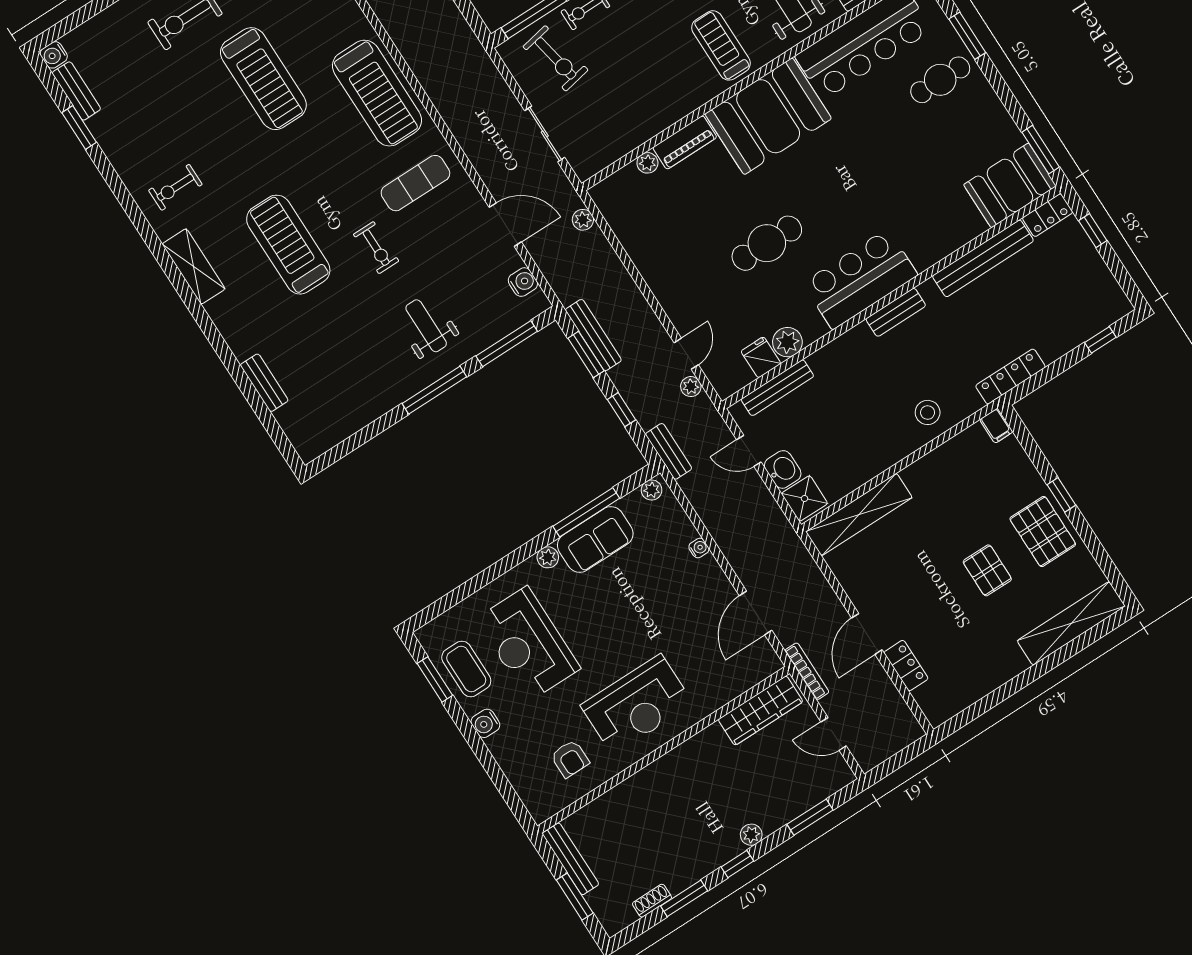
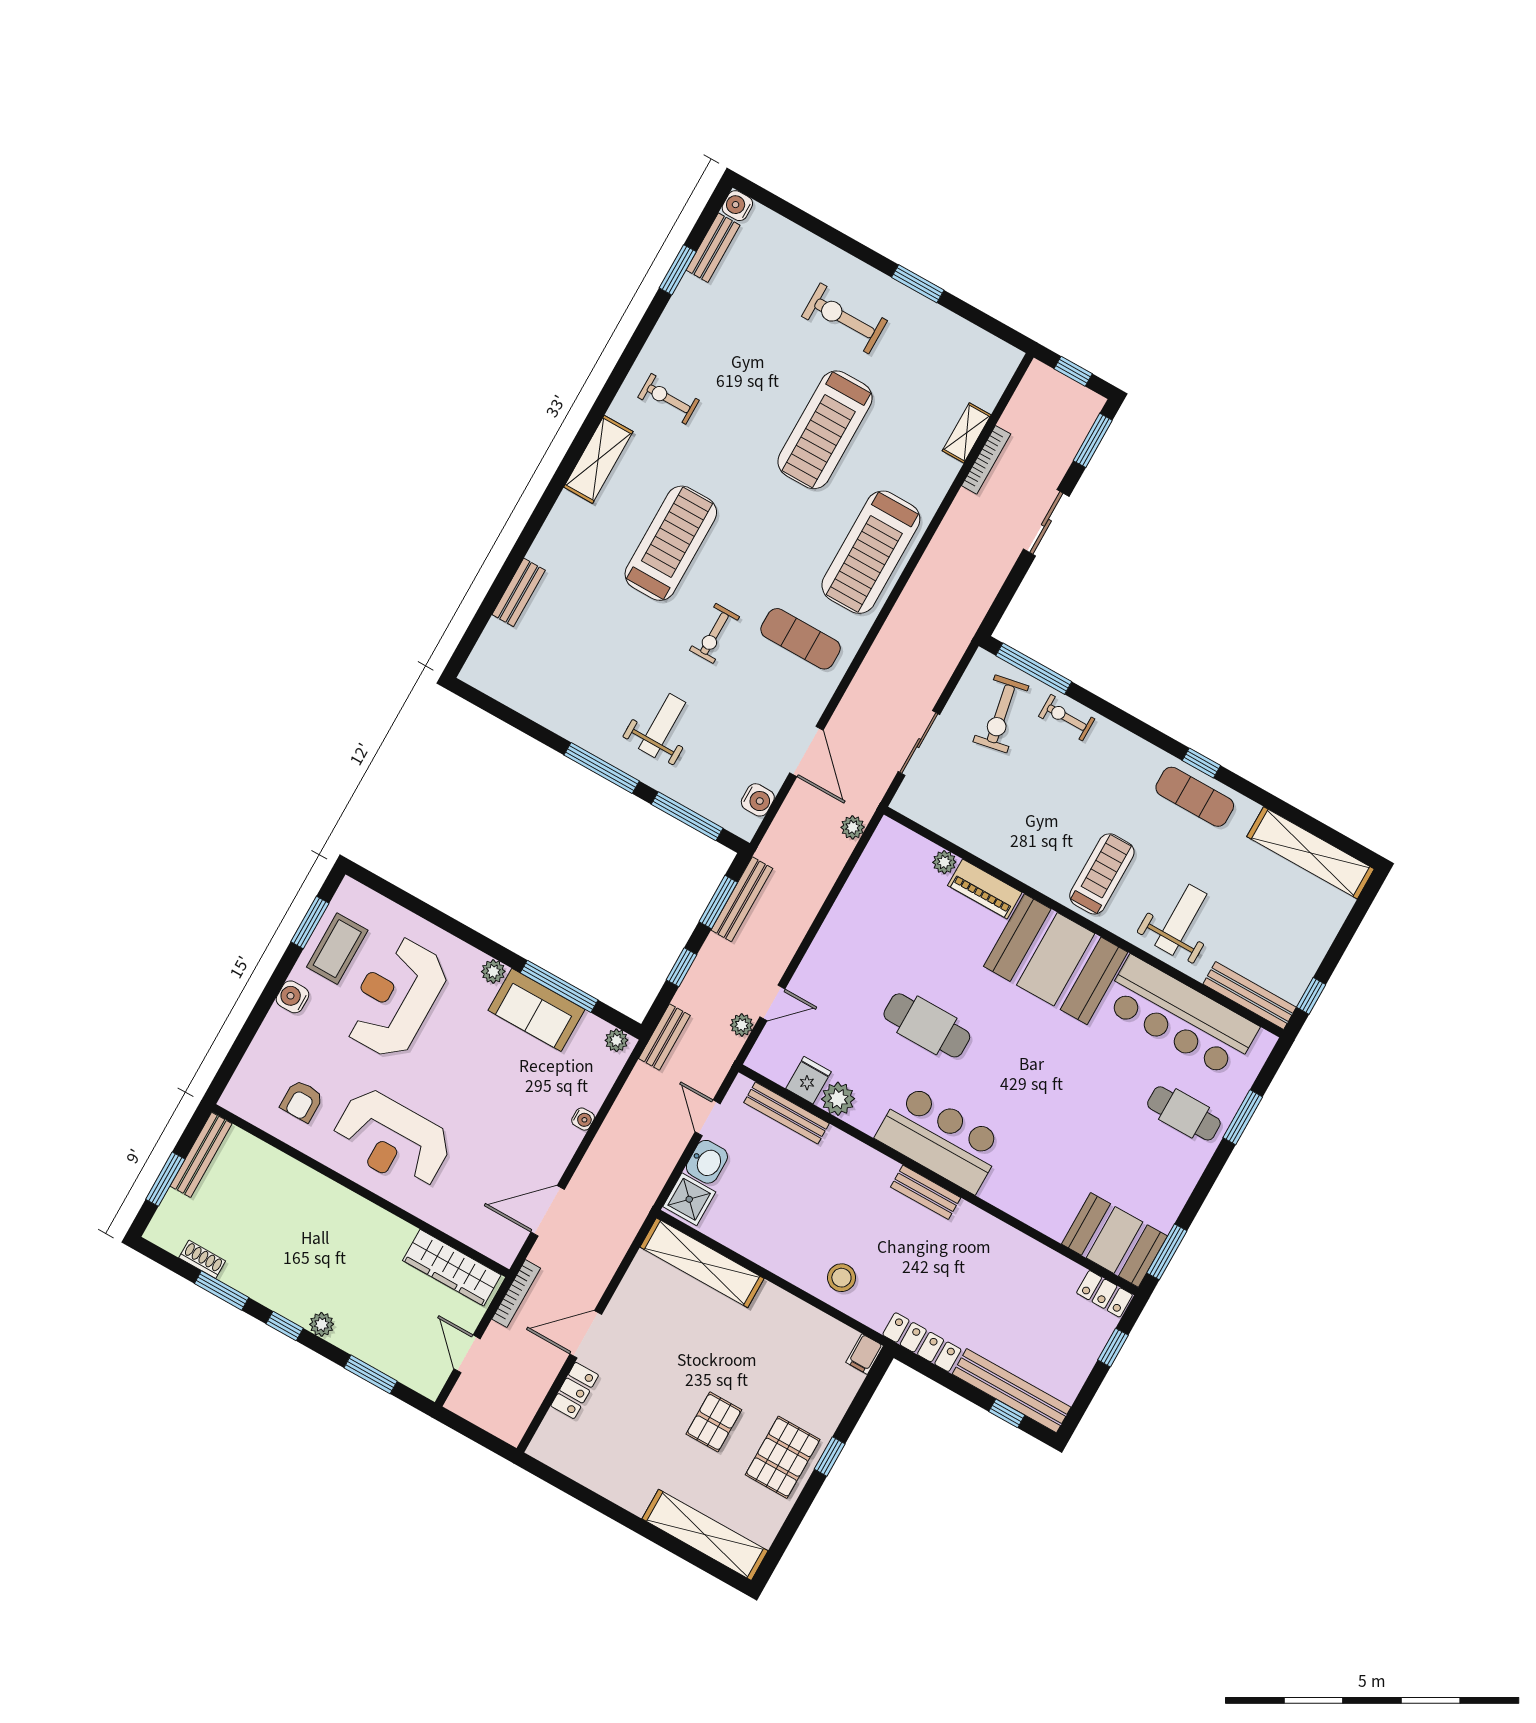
bench: (983, 258) -> (1012, 1391), moved

